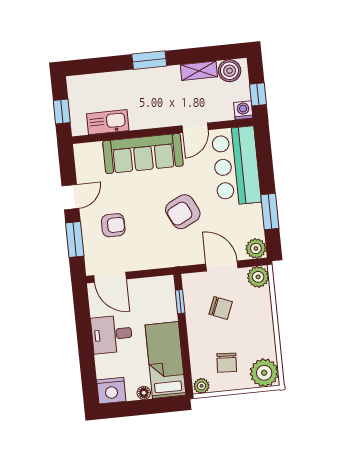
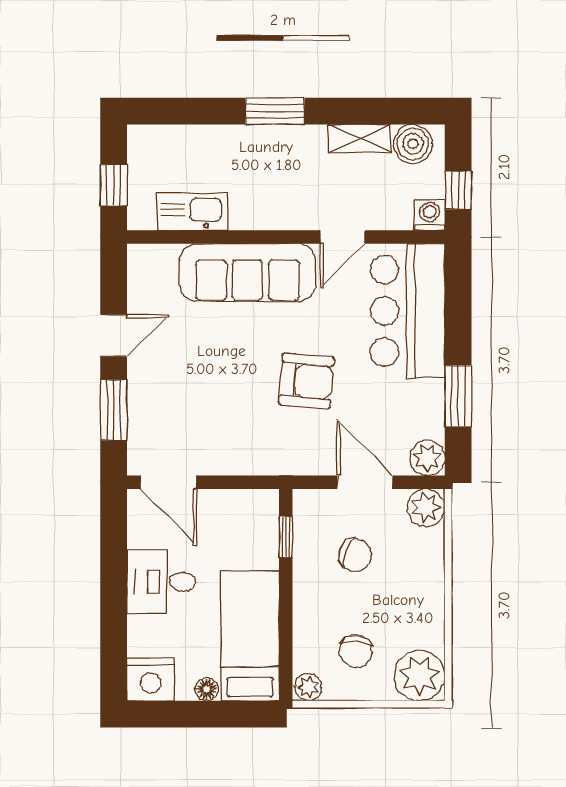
armchair: (183, 212) -> (306, 381), turned -149
armchair: (113, 225) -> (183, 392), removed

